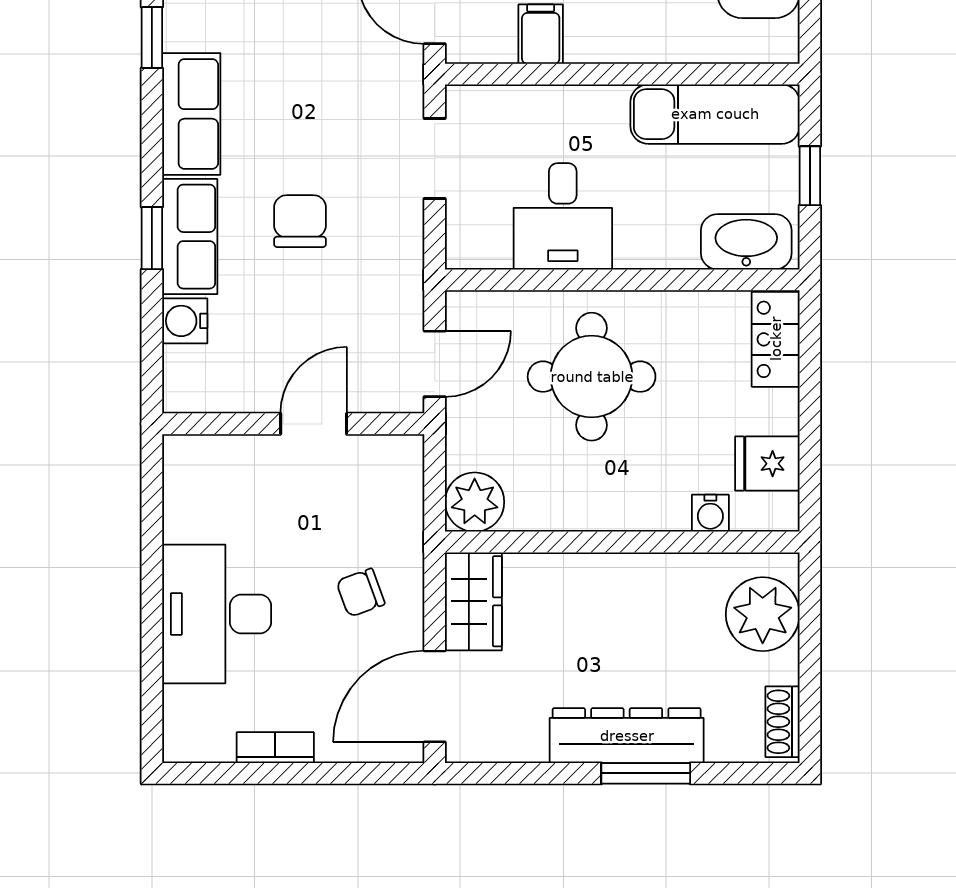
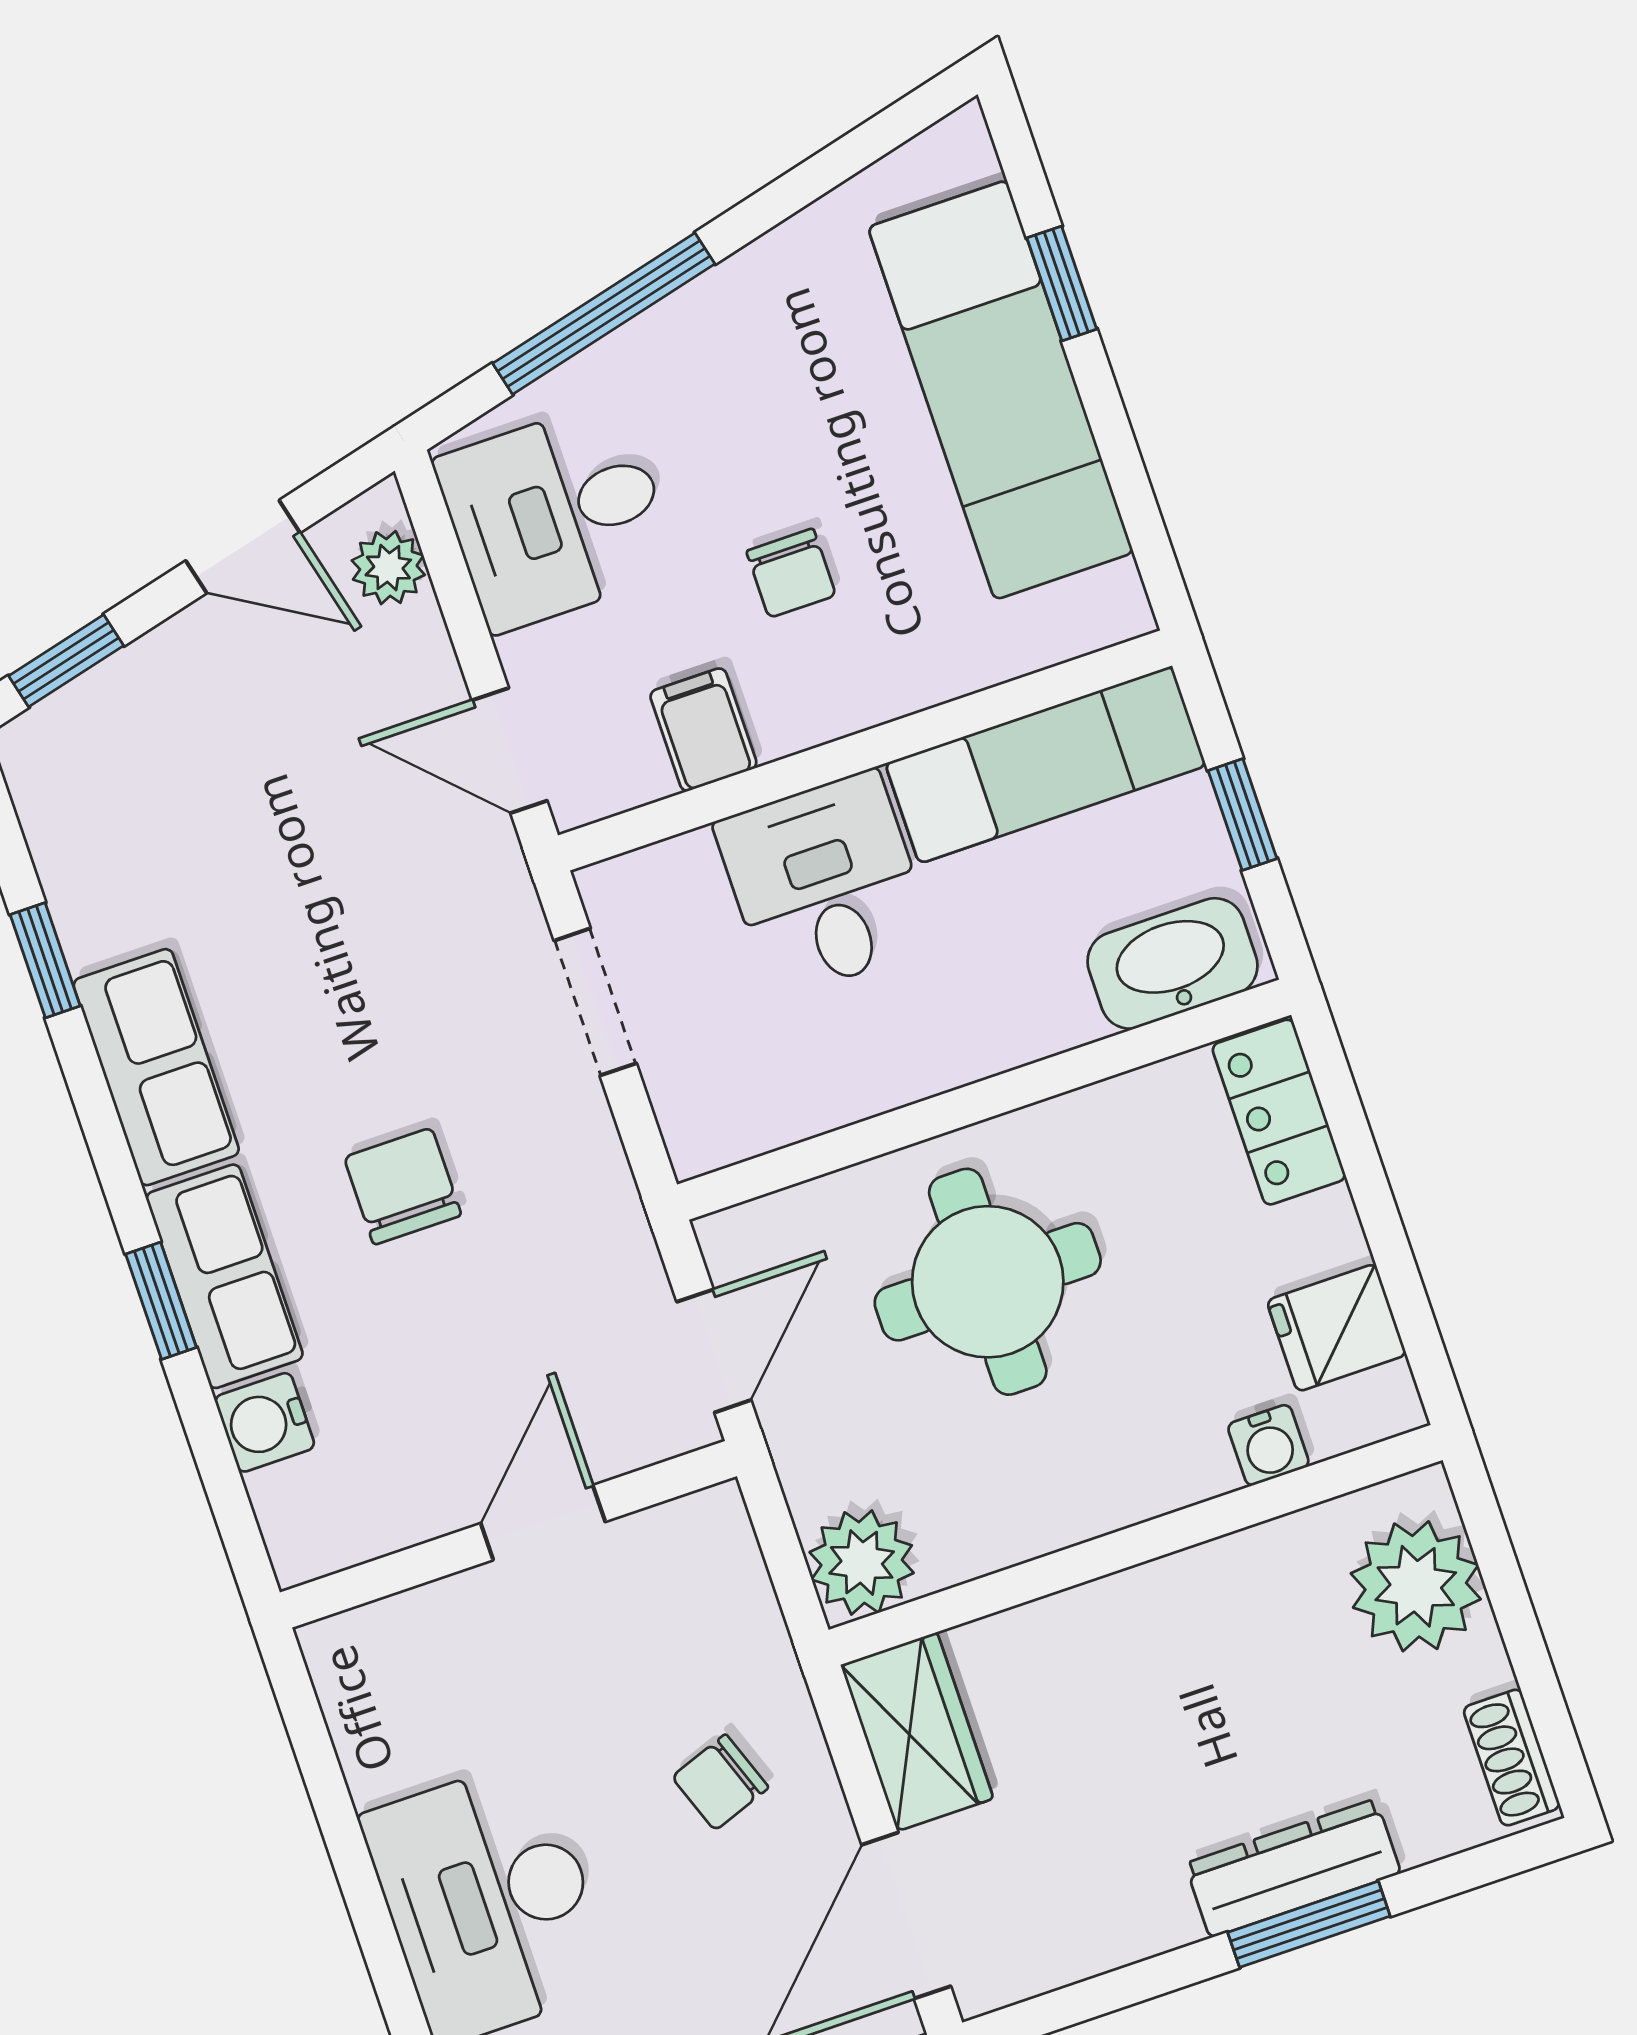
desk: (563, 216) -> (825, 884), moved, turned 180
dresser: (627, 736) -> (1293, 1868), width x0.73, depth x0.80

